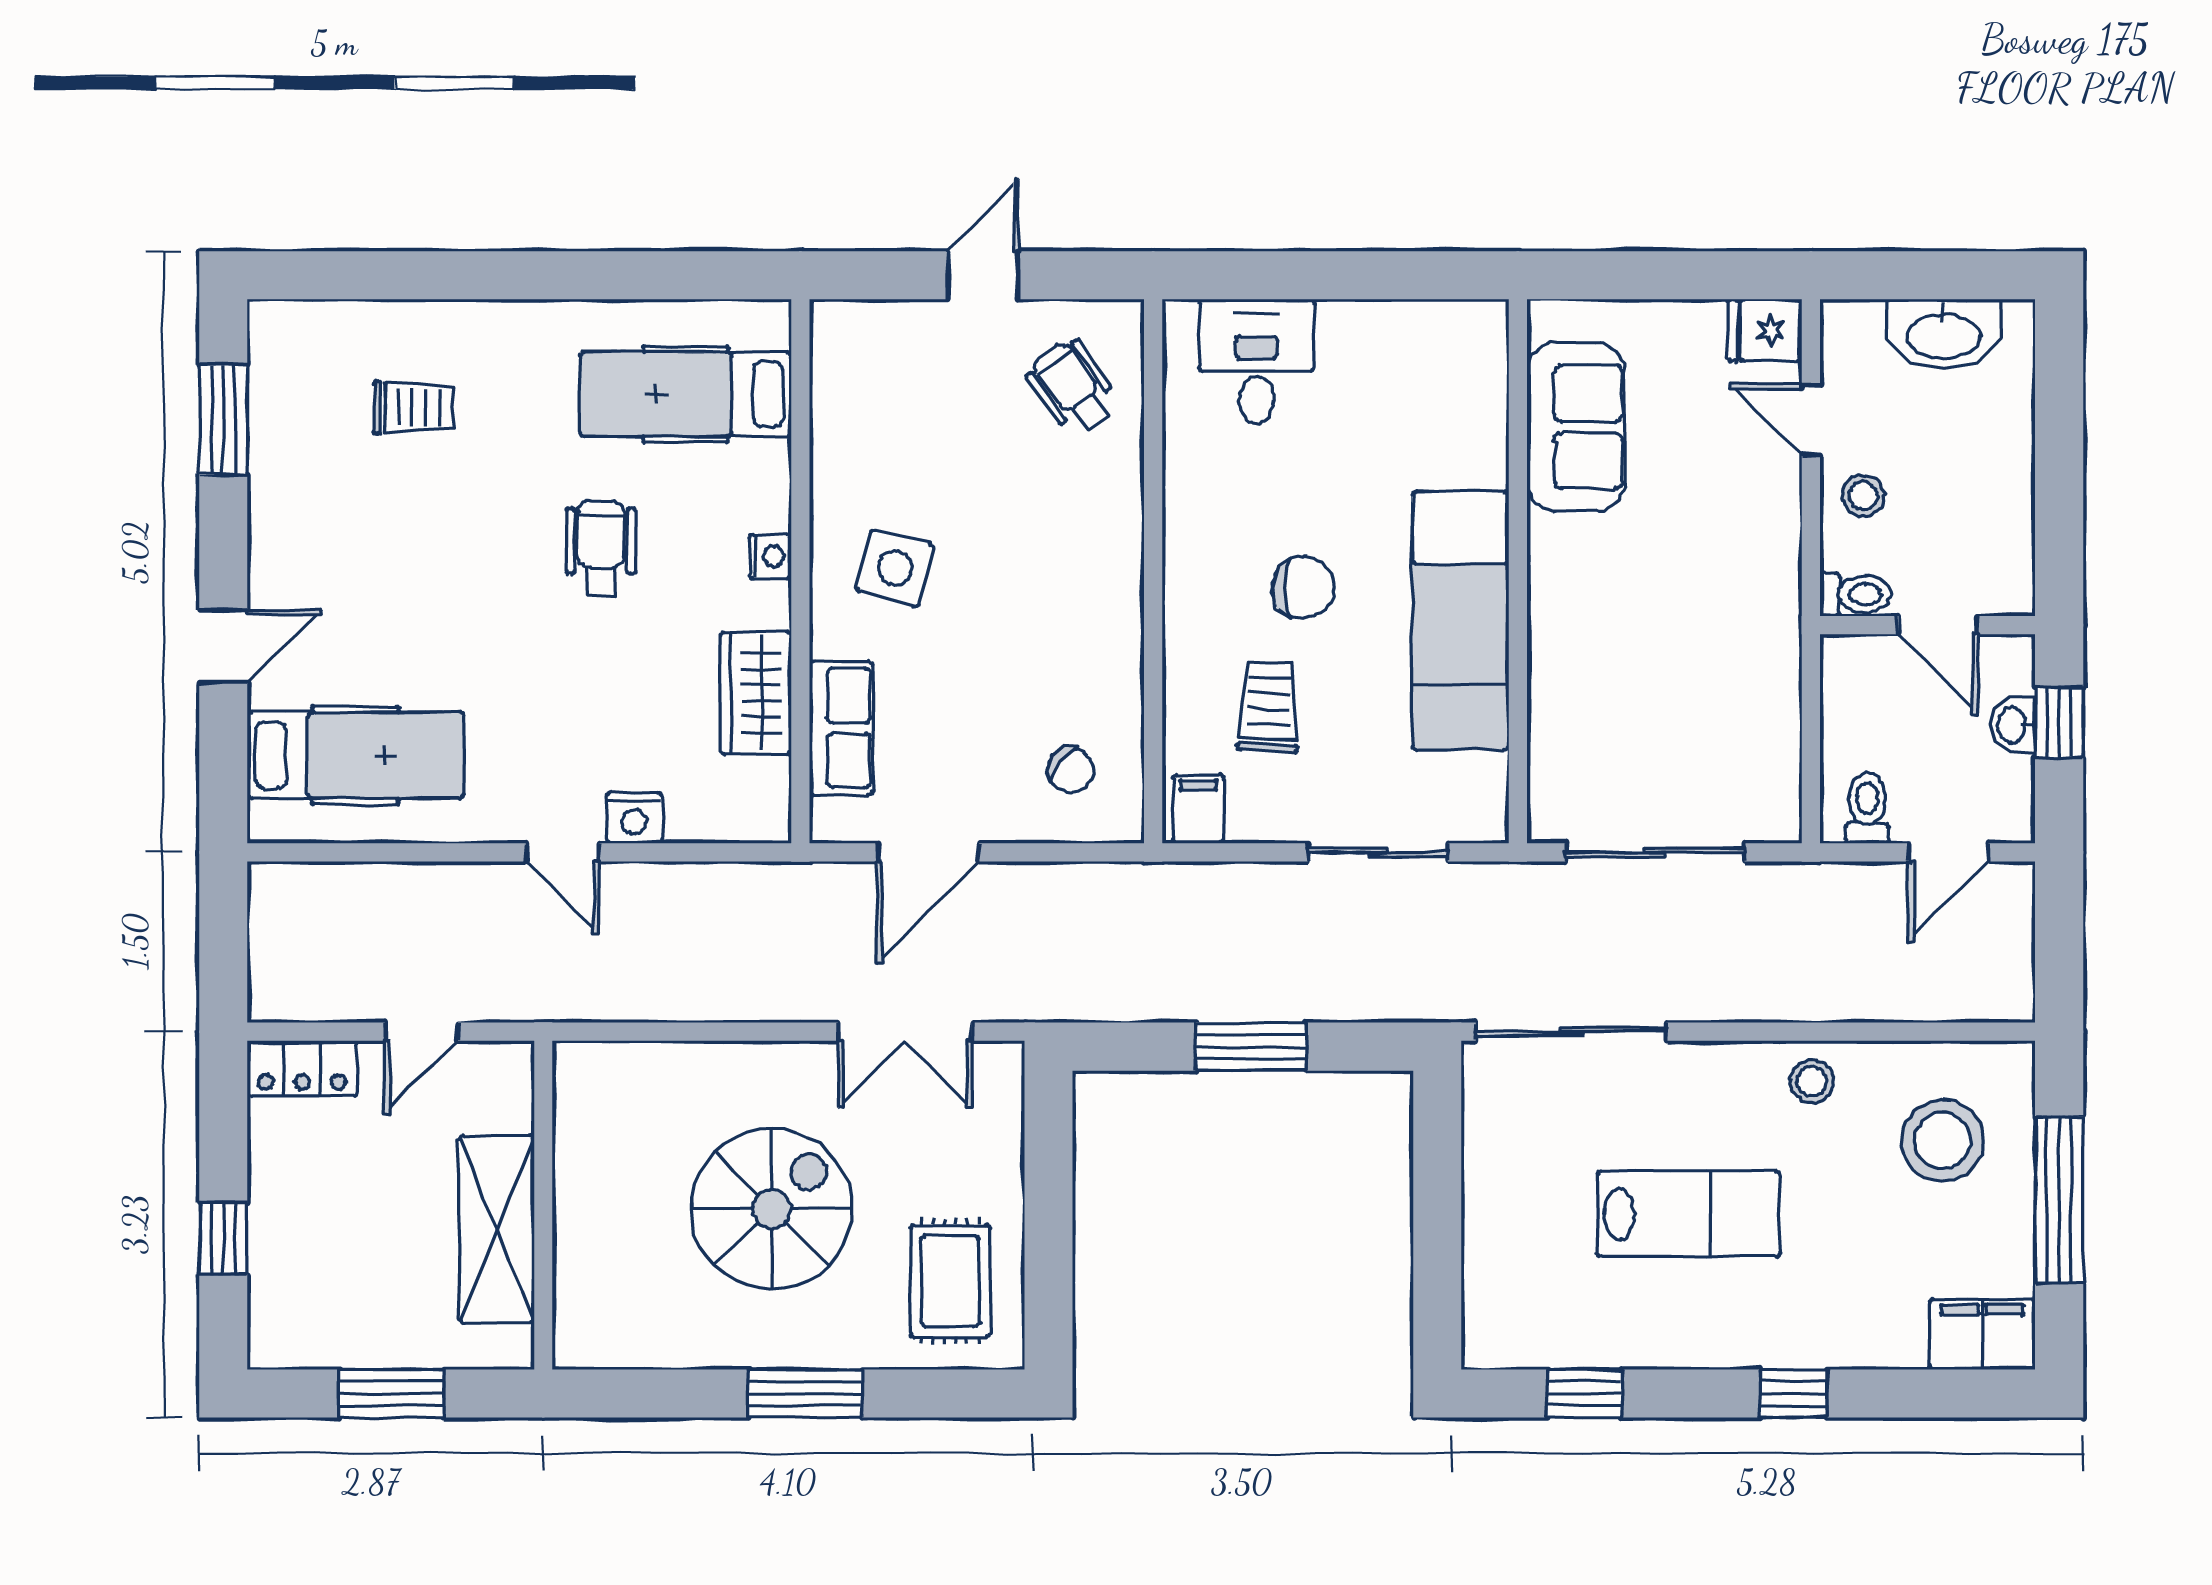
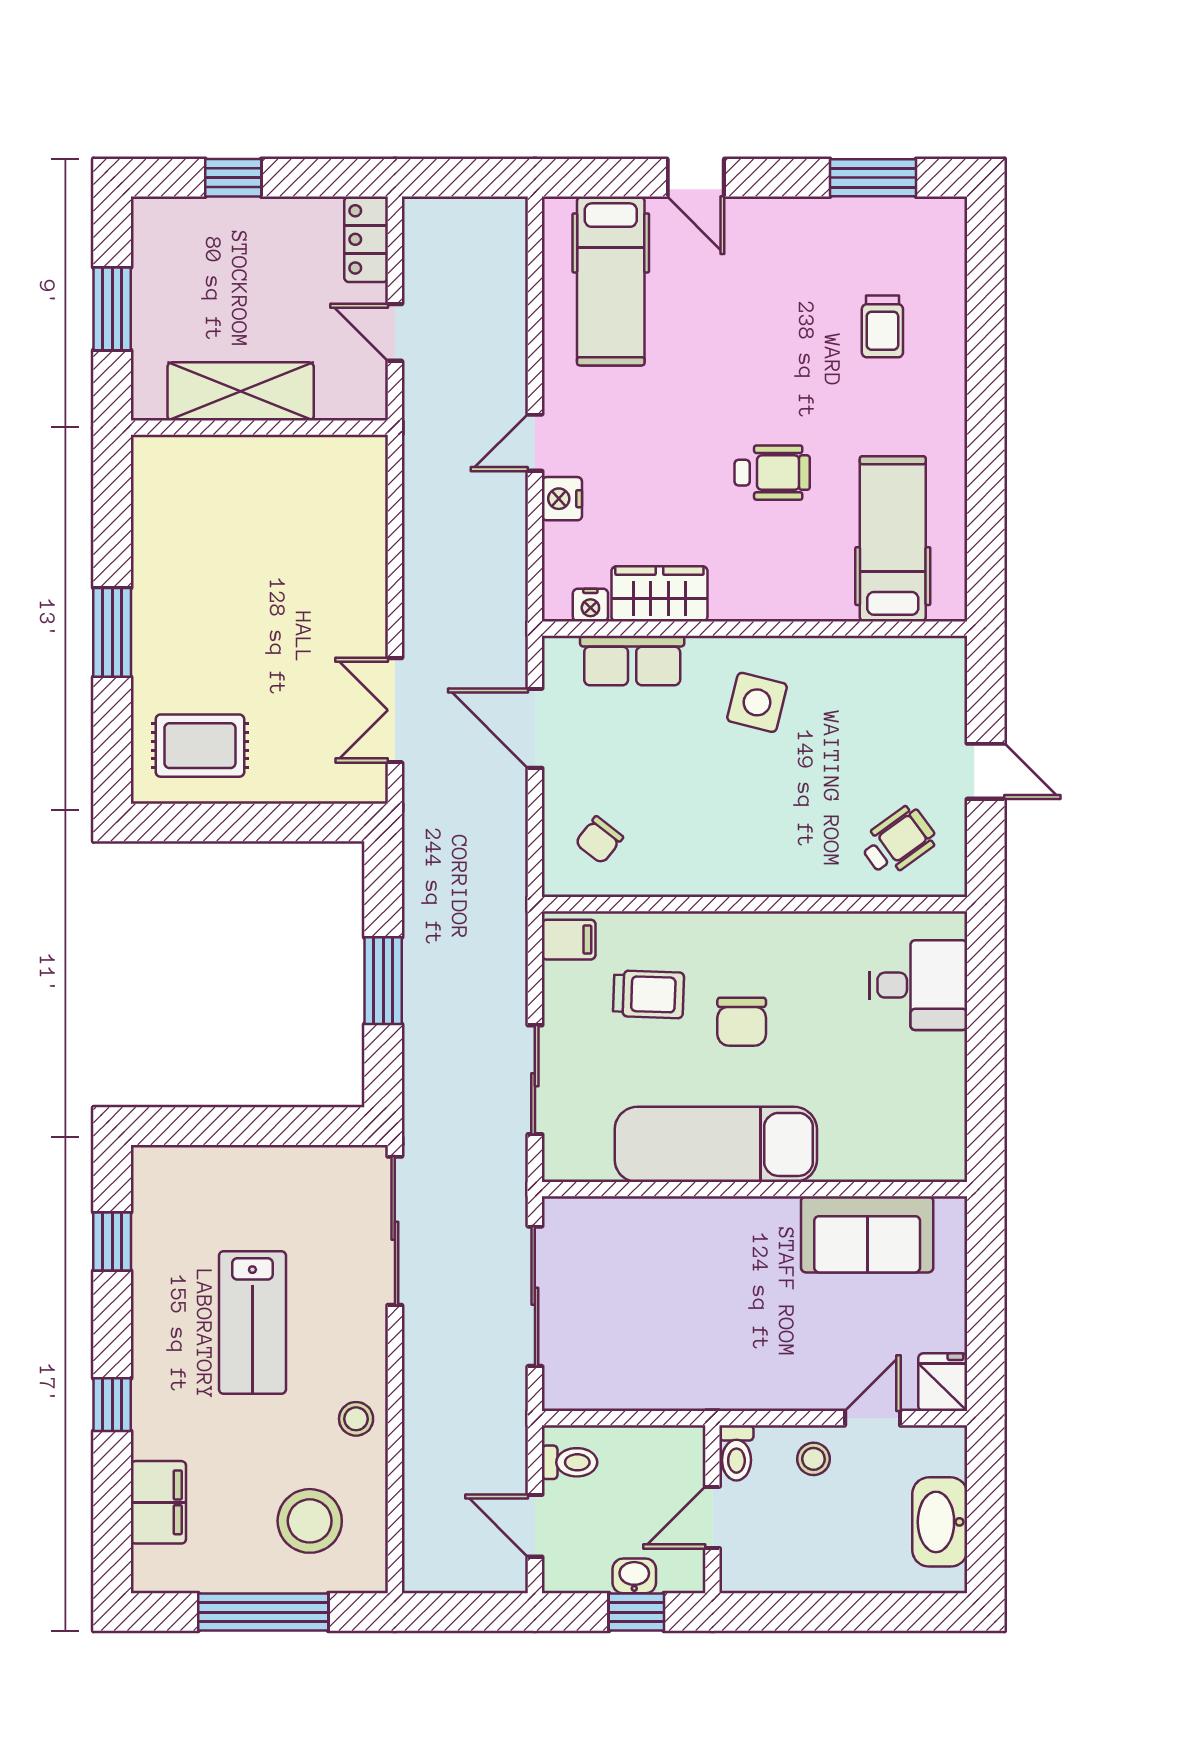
nightstand: (770, 556) -> (590, 605), moved
spiral stairs: (772, 1209) -> (256, 606), removed
filing cabinet: (1982, 1334) -> (158, 1502), moved

